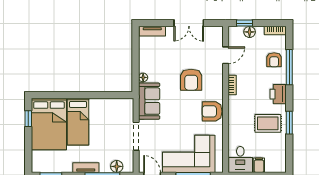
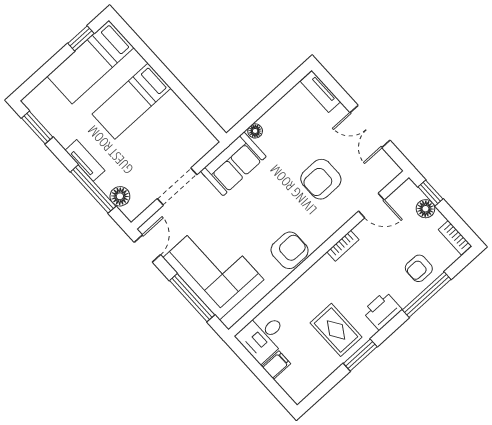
armchair: (191, 80) -> (321, 179), moved
armchair: (212, 111) -> (290, 250), turned 90
bed: (49, 124) -> (91, 62), width x0.67

